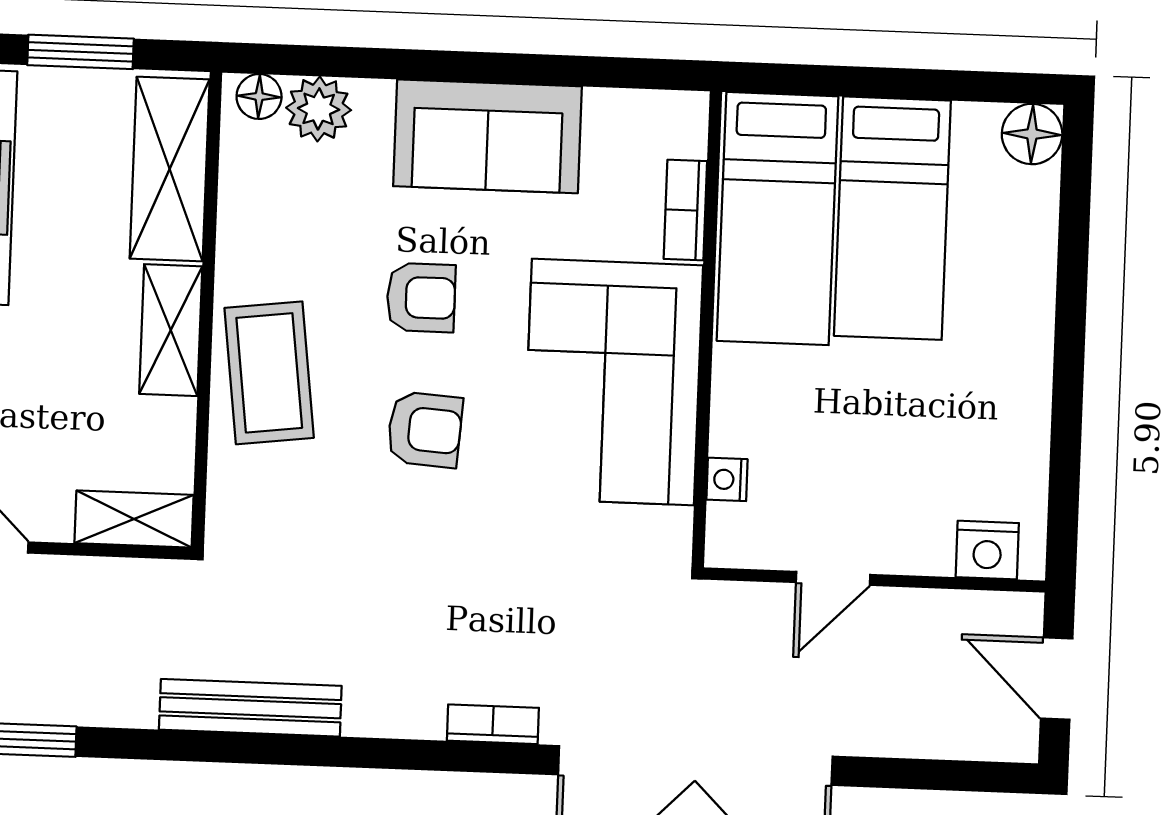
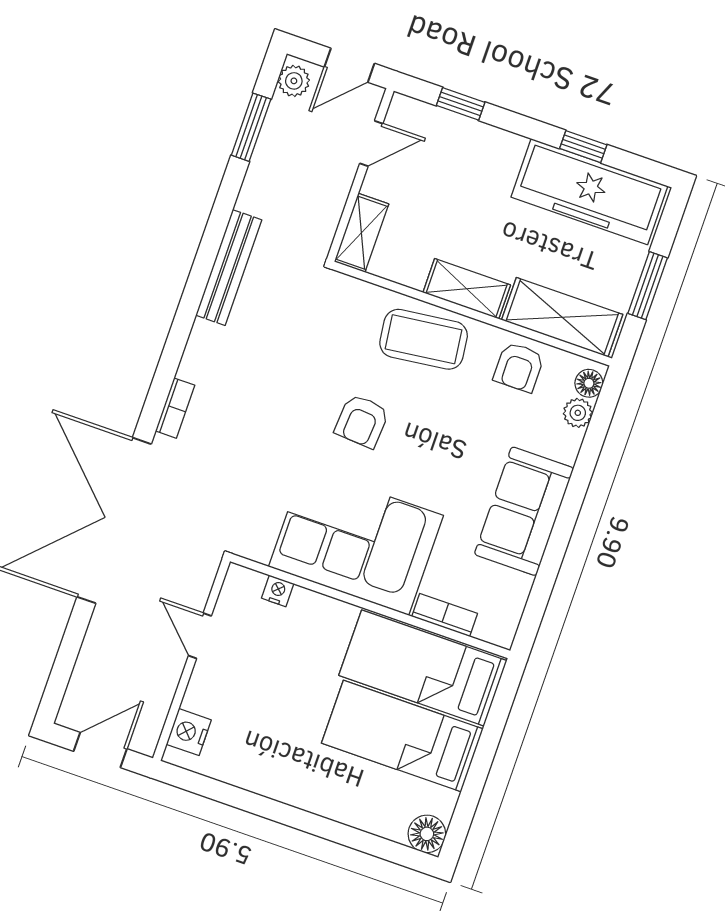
plant: (319, 109) -> (578, 413), width x0.73, depth x0.73
armchair: (421, 298) -> (519, 367), moved

